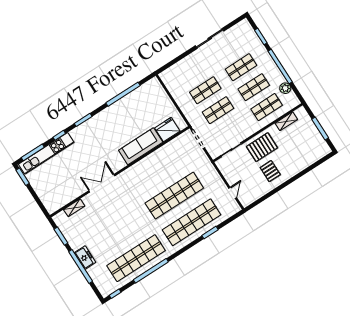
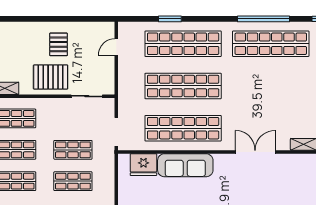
shop shelf: (157, 169) -> (183, 128), added
double door: (102, 183) -> (255, 152), swing flipped

